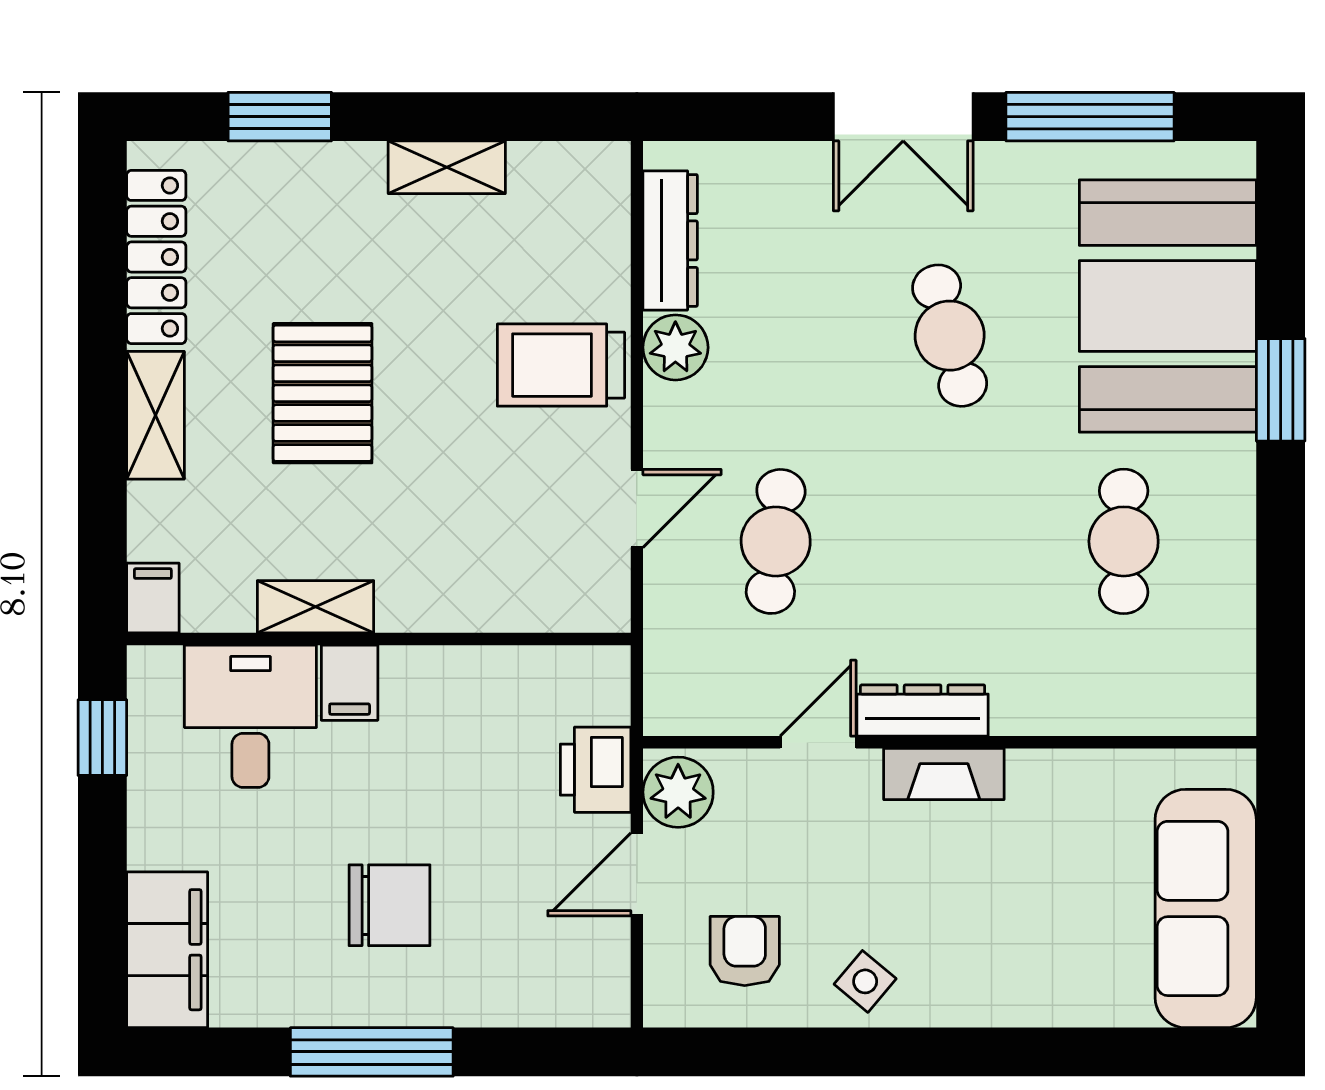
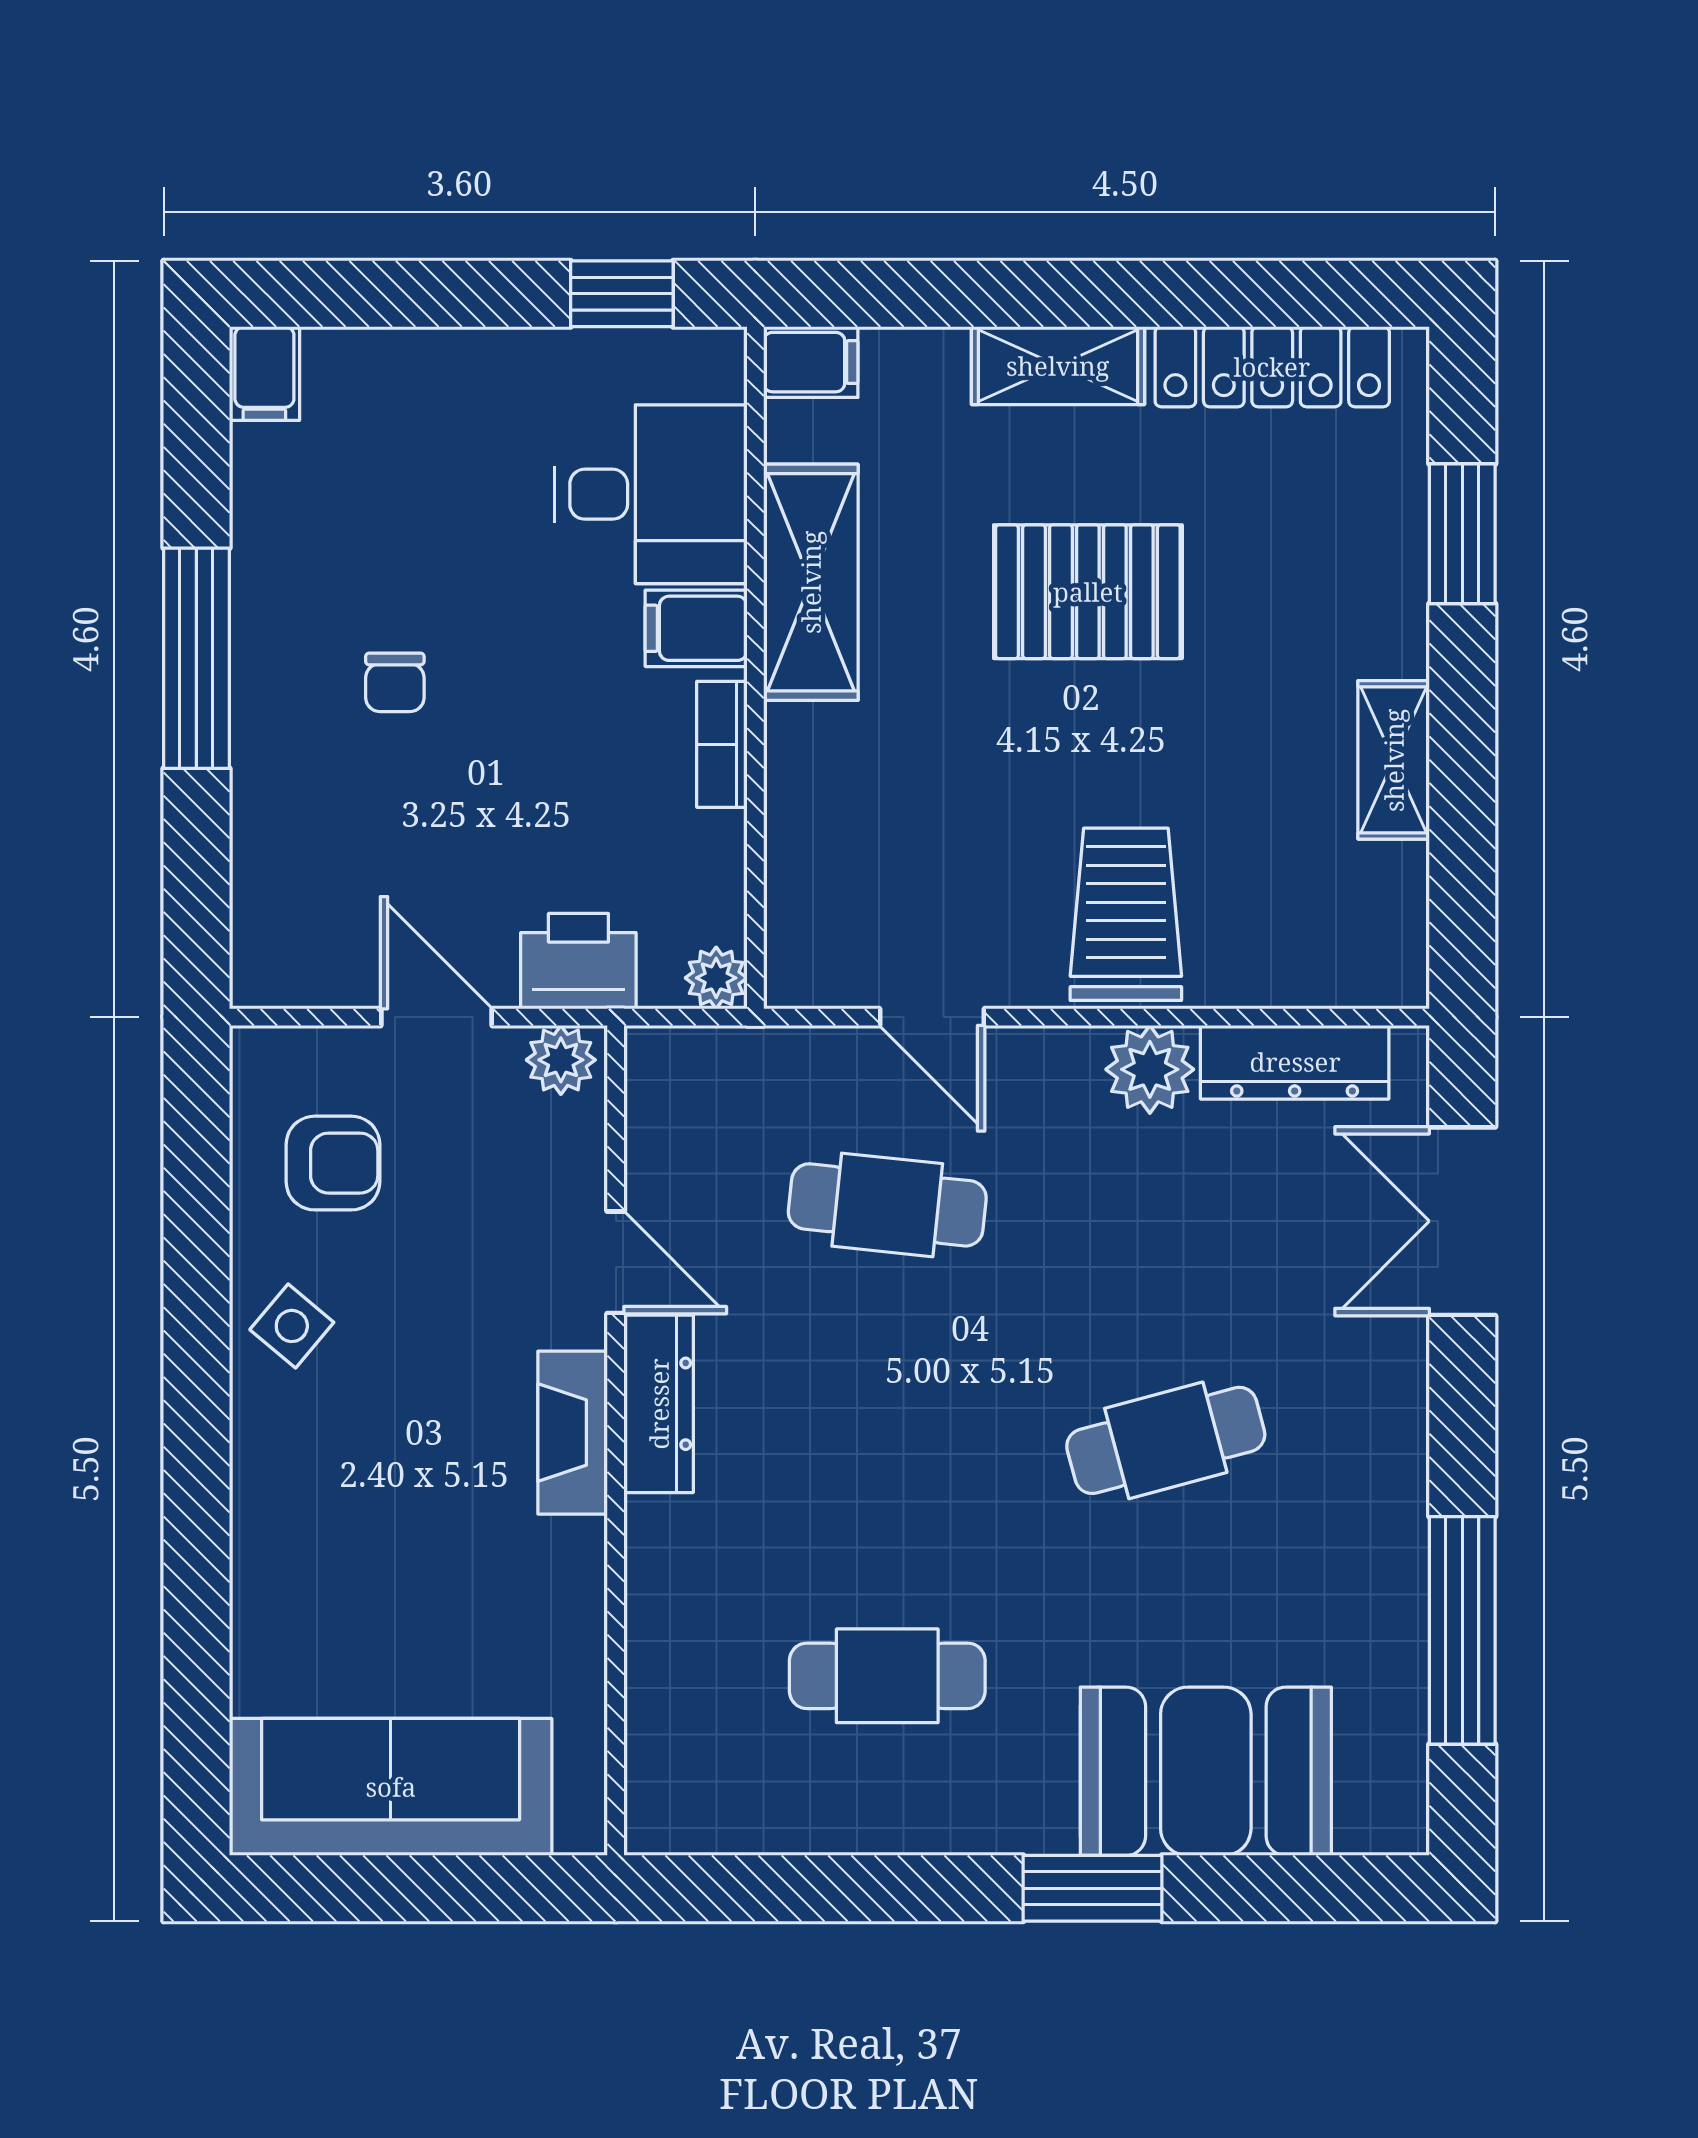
double door: (903, 117) -> (1462, 1221), moved
booth: (1168, 306) -> (1206, 1771), width x0.73, depth x0.70
shelving: (316, 607) -> (811, 582), width x1.50, depth x1.33
bookcase: (435, 664) -> (722, 744), added
plant: (608, 668) -> (716, 978), added
plant: (678, 792) -> (561, 1060), width x0.73, depth x0.73
chair: (390, 905) -> (395, 682), width x0.54, depth x0.54
filing cabinet: (167, 950) -> (264, 374), width x0.33, depth x0.86

